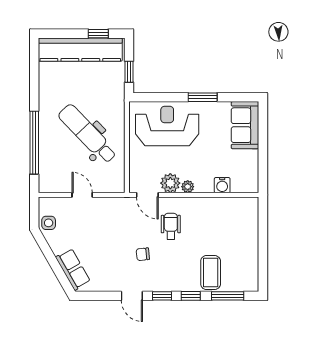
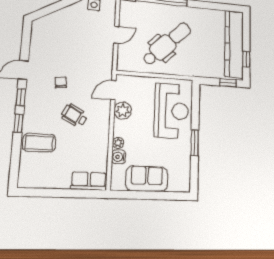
window: (129, 72) -> (228, 83), moved
sofa: (245, 125) -> (147, 179), moved
plant: (188, 187) -> (118, 143), moved
wheelchair: (171, 226) -> (74, 116), moved, turned -152
row of seats: (73, 269) -> (89, 181), moved, turned -150
window: (228, 296) -> (15, 158), removed

